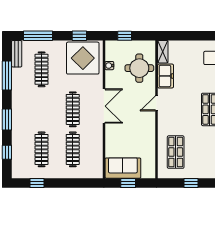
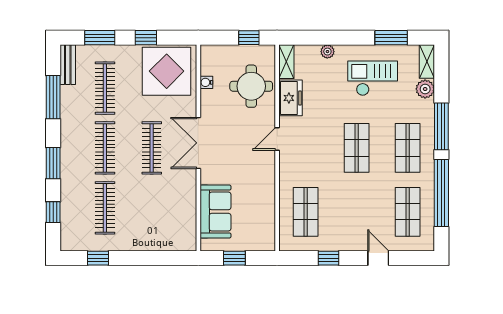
window: (38, 36) -> (100, 38), width x0.69
window: (79, 36) -> (146, 38), moved
window: (125, 36) -> (249, 38), moved
plant: (190, 45) -> (327, 52), added
double door: (104, 106) -> (198, 143), swing flipped
clothes rail: (73, 149) -> (105, 148), moved
sofa: (123, 168) -> (215, 212), moved, turned 90

